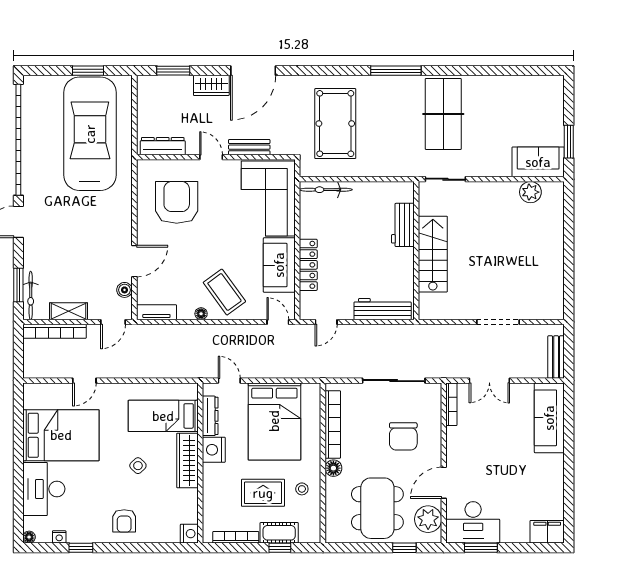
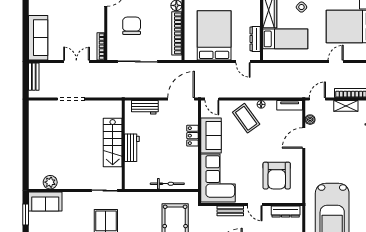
bicycle: (326, 190) -> (167, 184), moved
workbench: (403, 225) -> (132, 148), moved
locker: (308, 265) -> (192, 136), width x0.66
workbench: (383, 309) -> (145, 107), width x0.73
door: (326, 322) -> (181, 99), width x1.88
nightstand: (214, 450) -> (253, 17), removed

